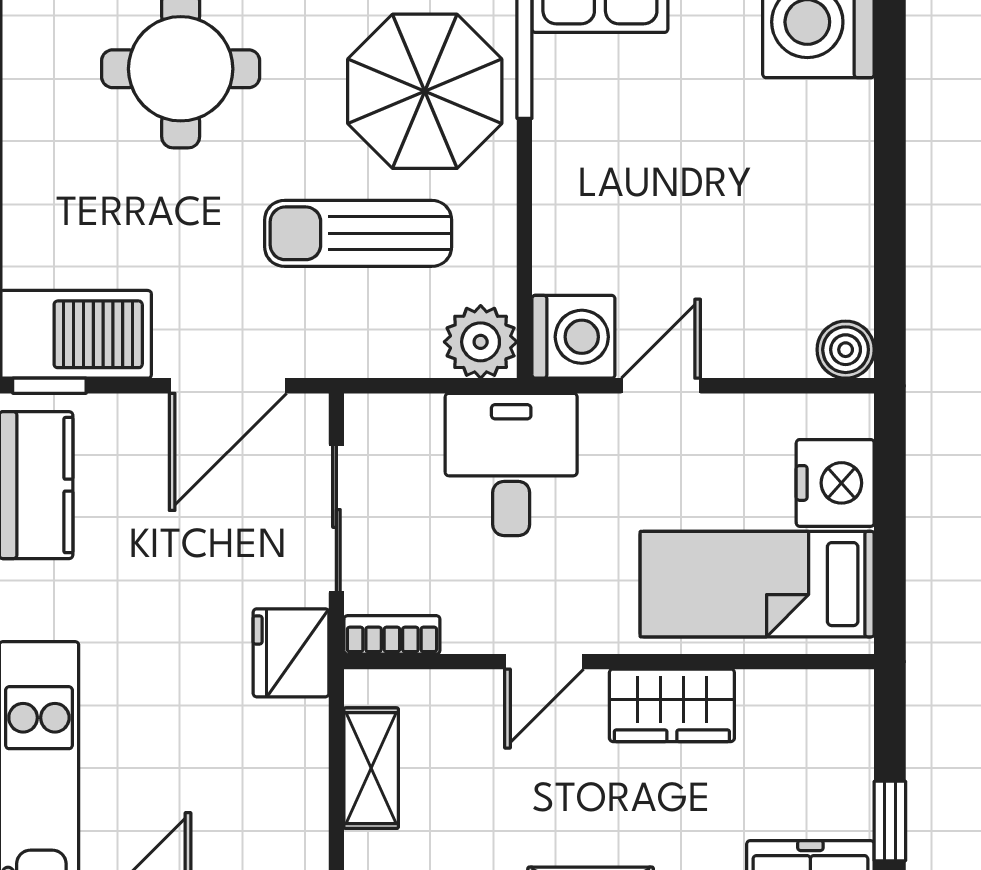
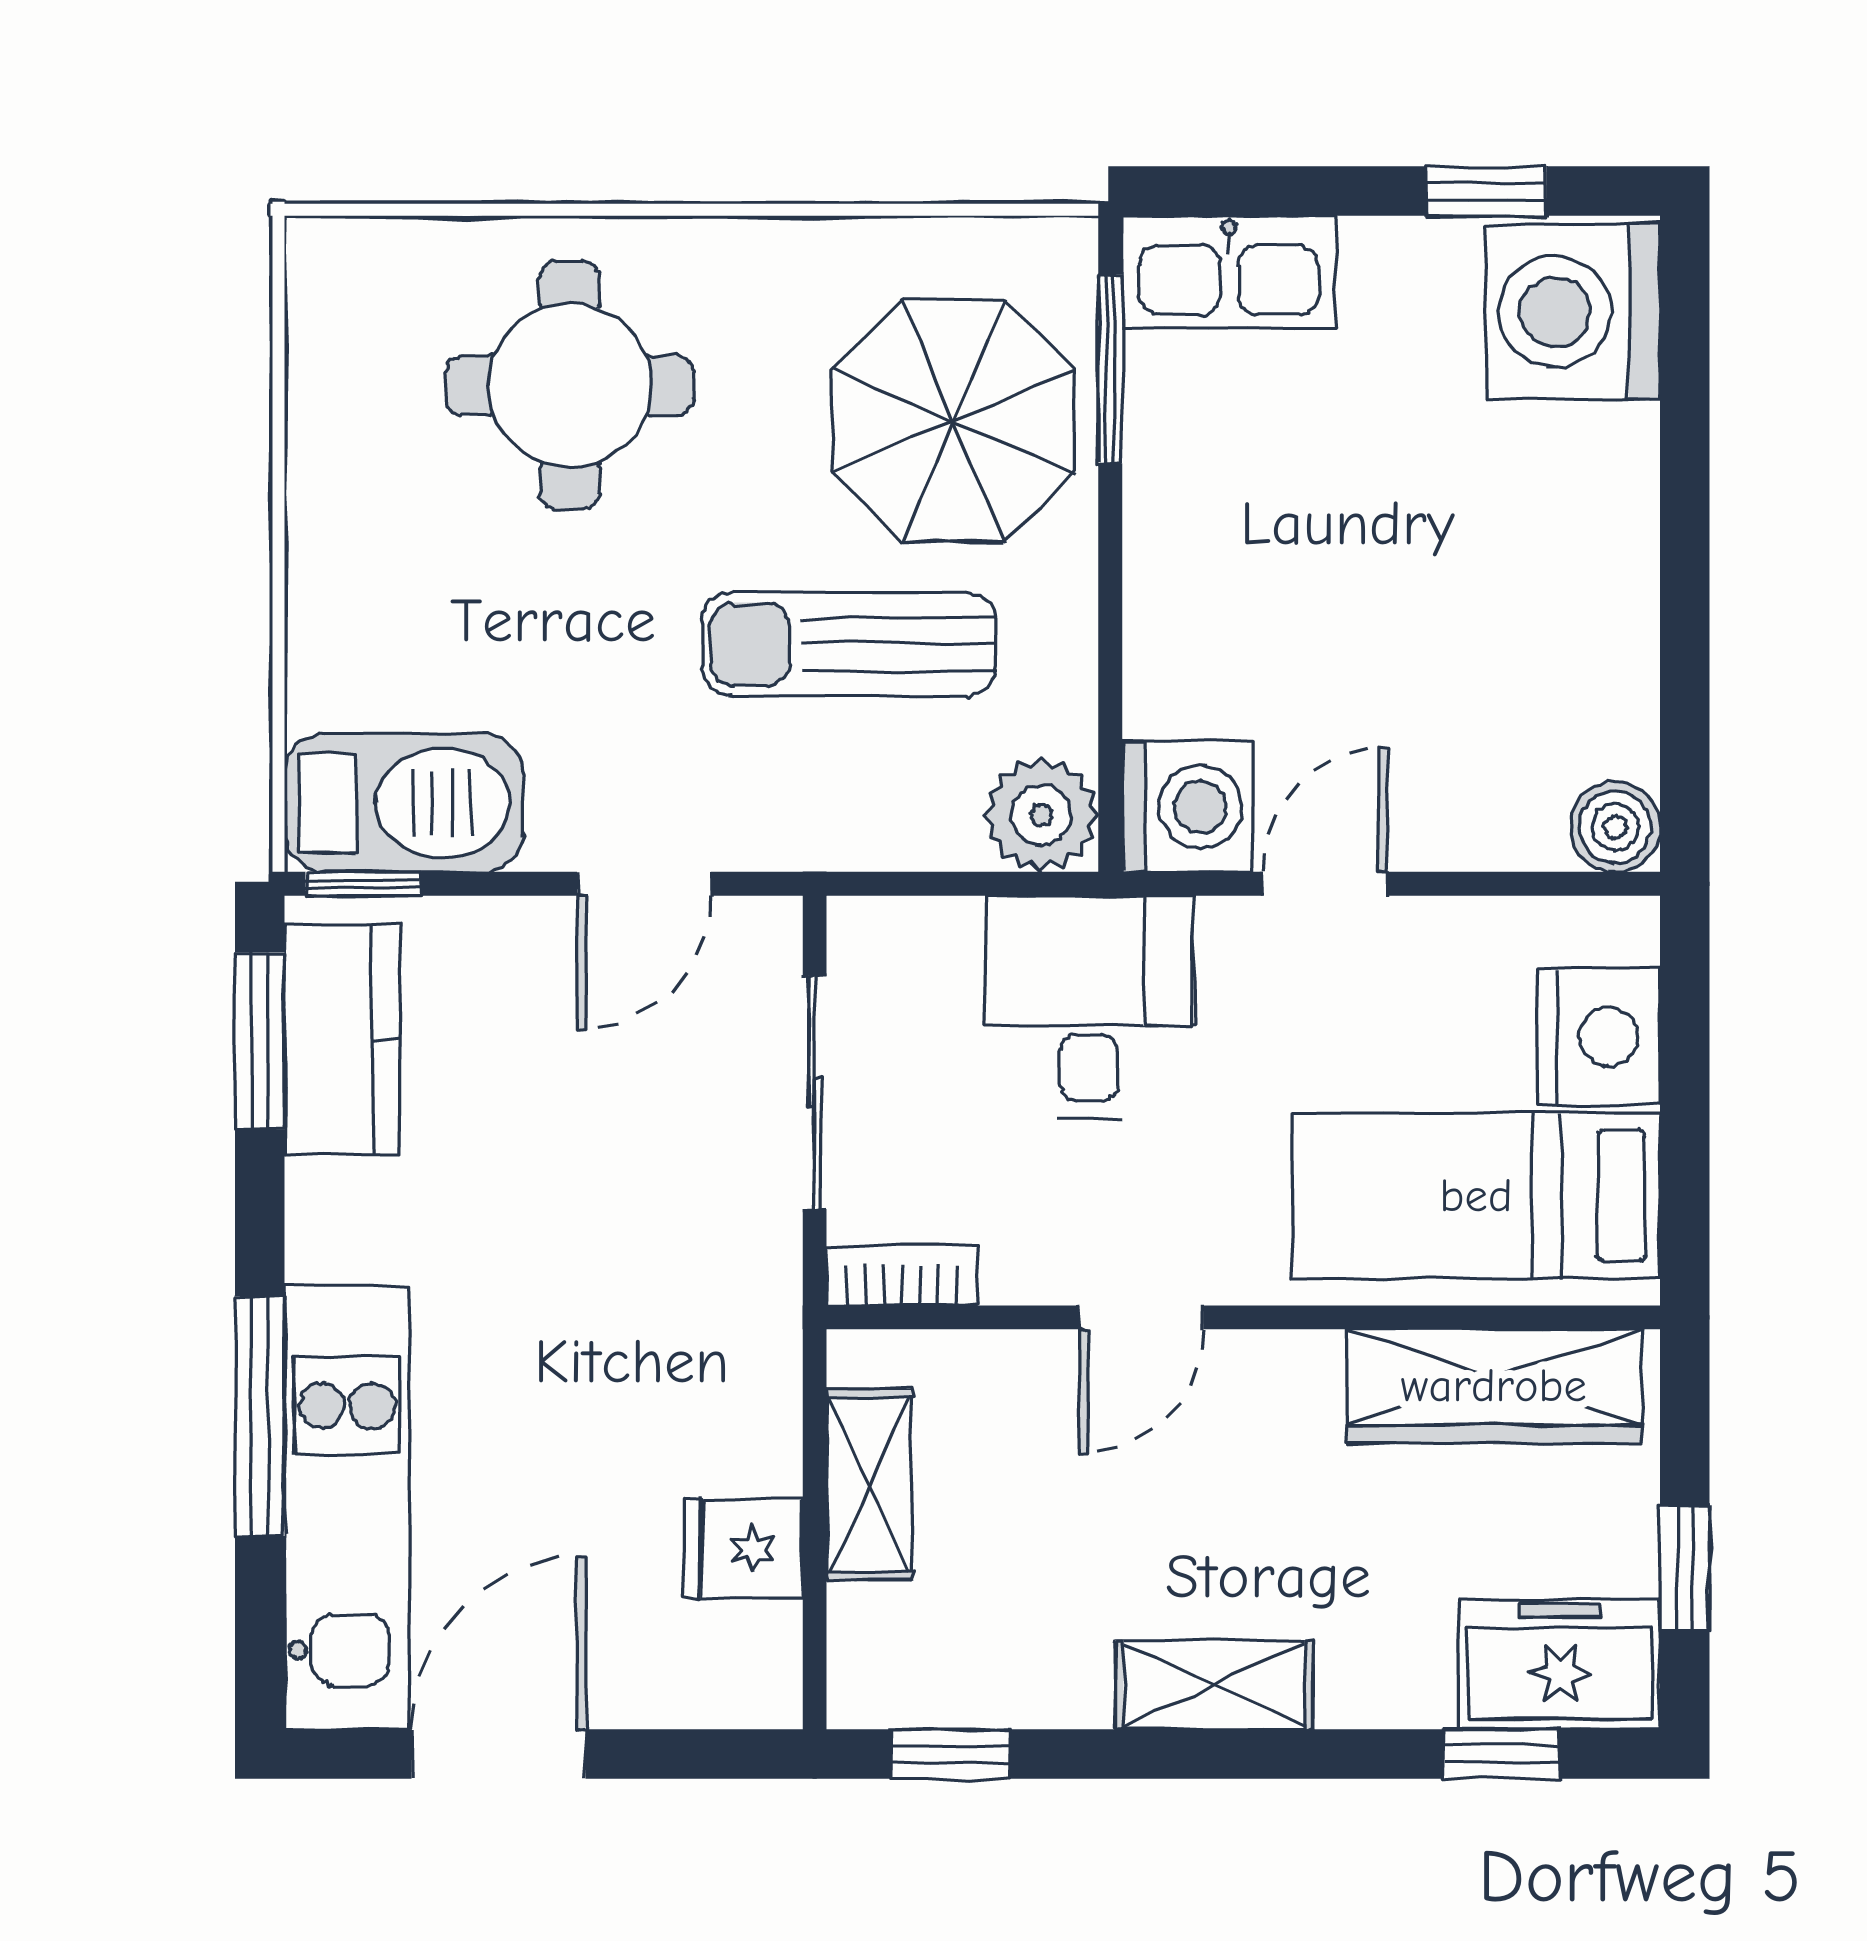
door: (228, 386) -> (644, 884), width x0.73
fridge: (291, 653) -> (743, 1549), moved, width x0.72
wardrobe: (672, 705) -> (1494, 1386), moved, width x1.50

